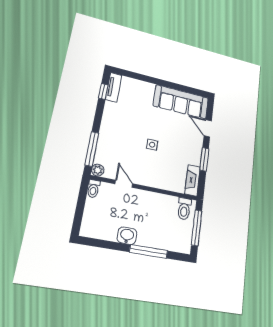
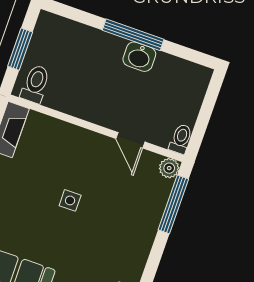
window: (197, 228) -> (20, 49), width x0.69
window: (149, 251) -> (133, 35), moved

